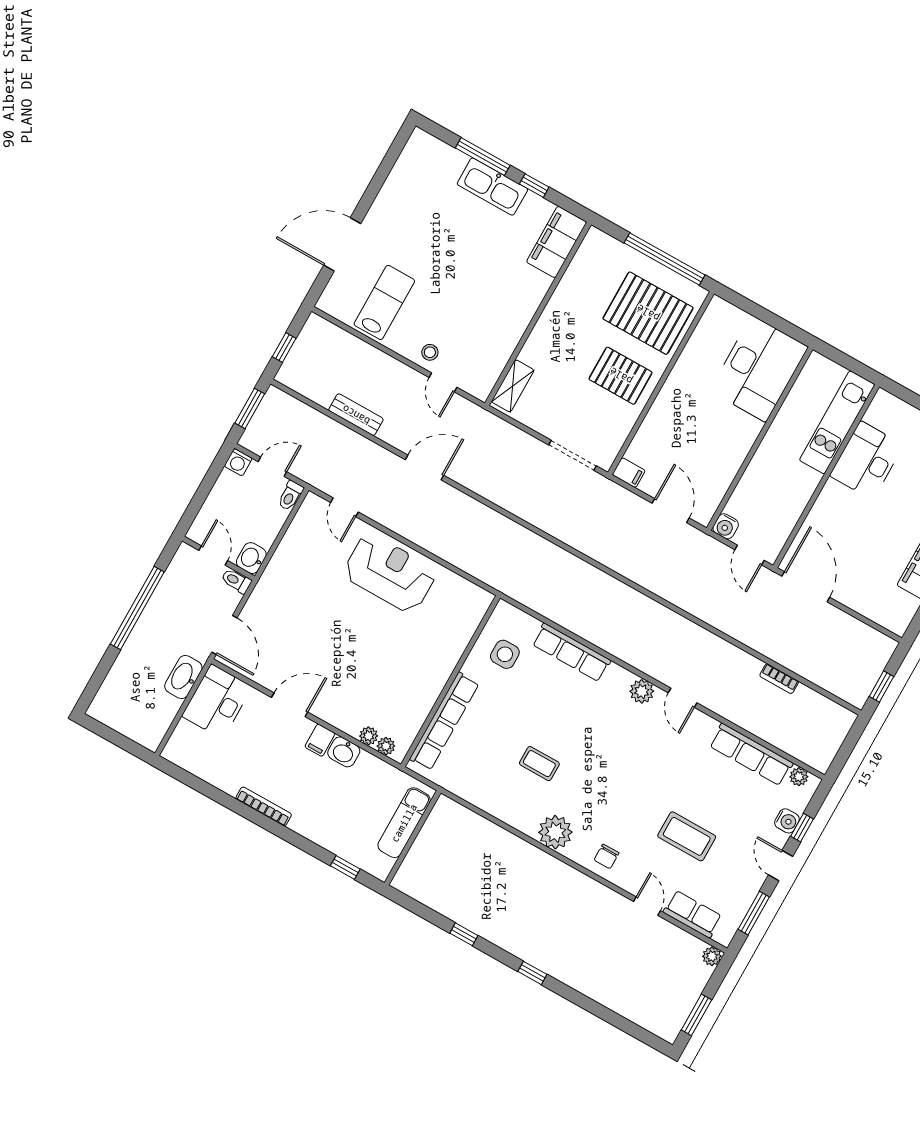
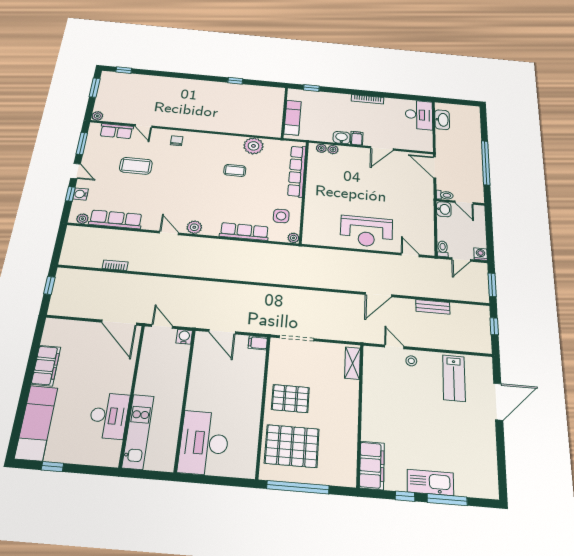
plant: (504, 610) -> (293, 238), added
washbasin: (183, 677) -> (442, 120), moved
desk: (217, 701) -> (419, 115), moved
plant: (555, 832) -> (253, 146), moved
window: (532, 973) -> (124, 70), moved

